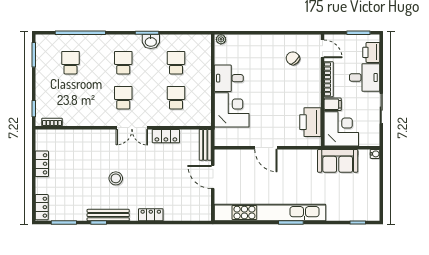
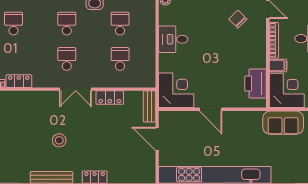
corner desk: (232, 110) -> (176, 90), moved
locker: (76, 120) -> (19, 81), added

